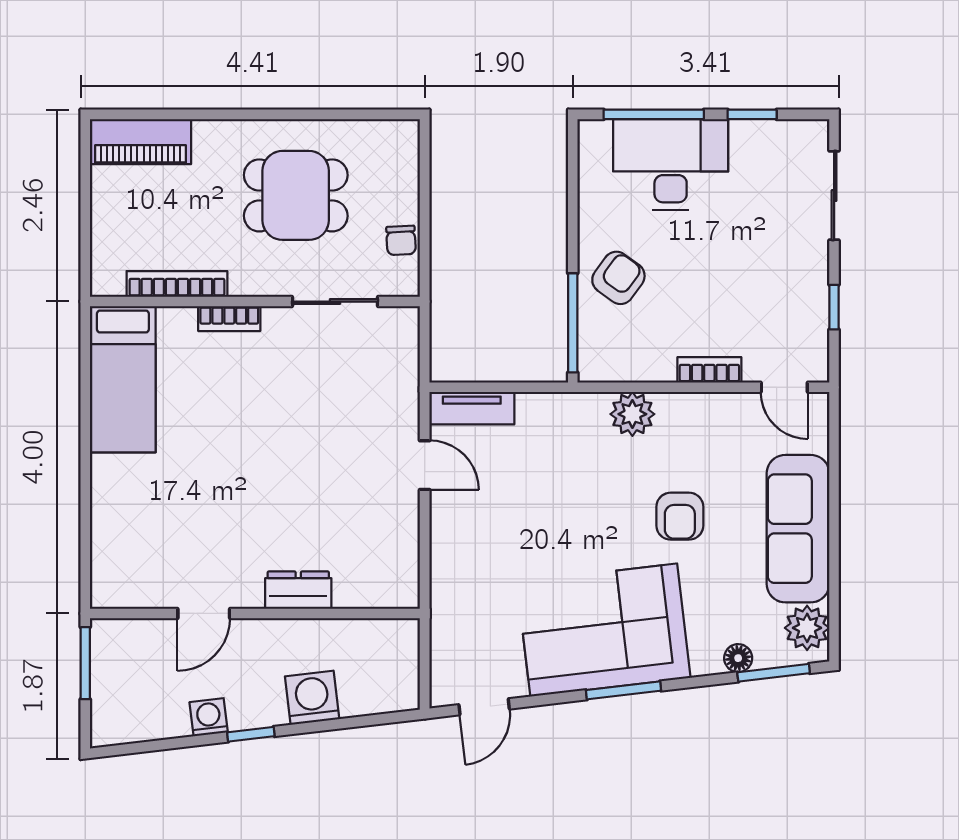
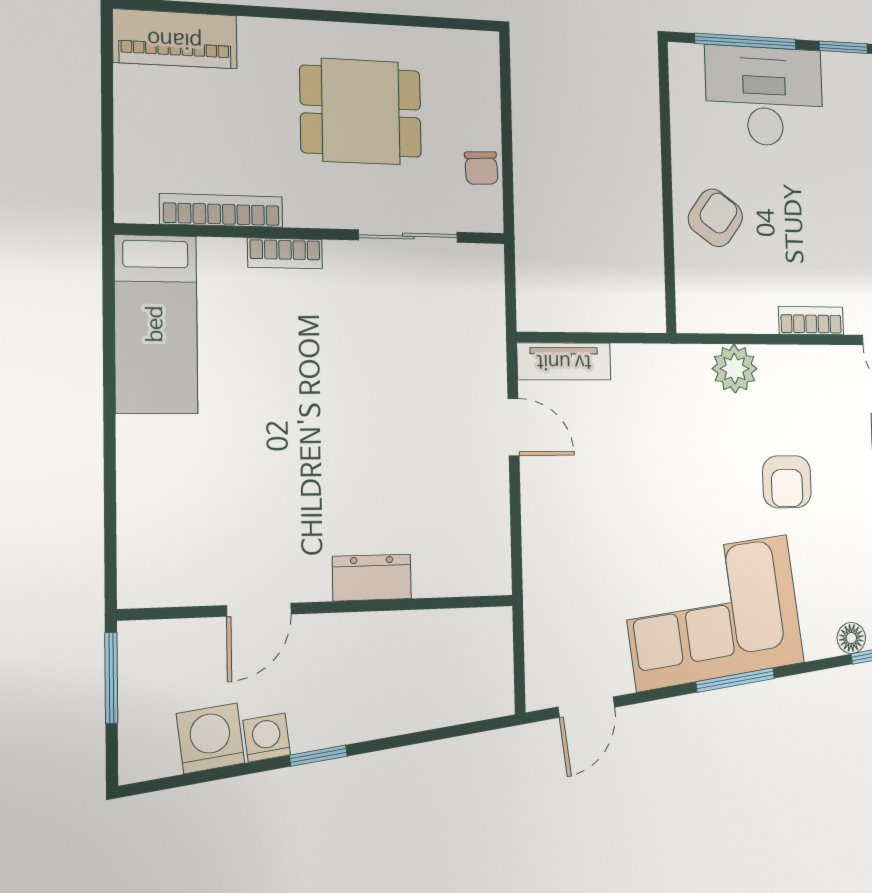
window: (573, 323) -> (669, 266), removed
washing machine: (312, 698) -> (211, 738), moved

